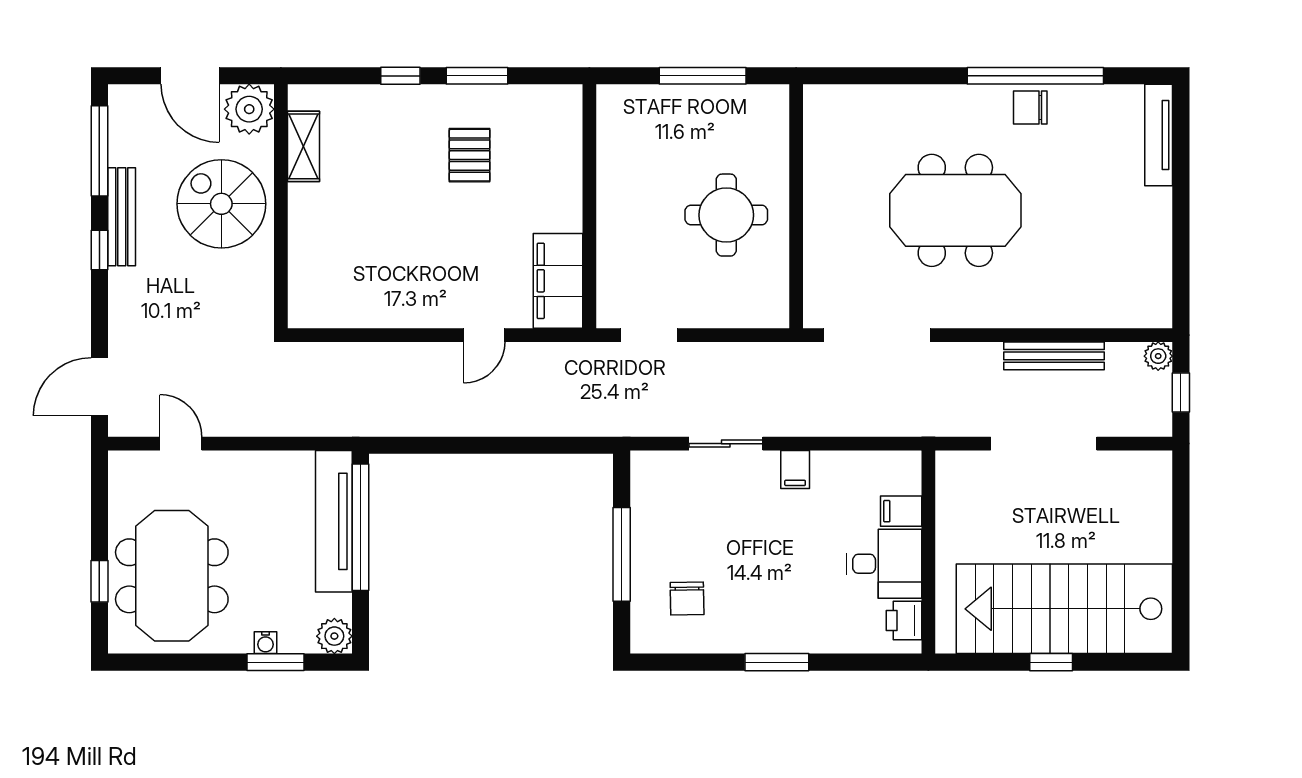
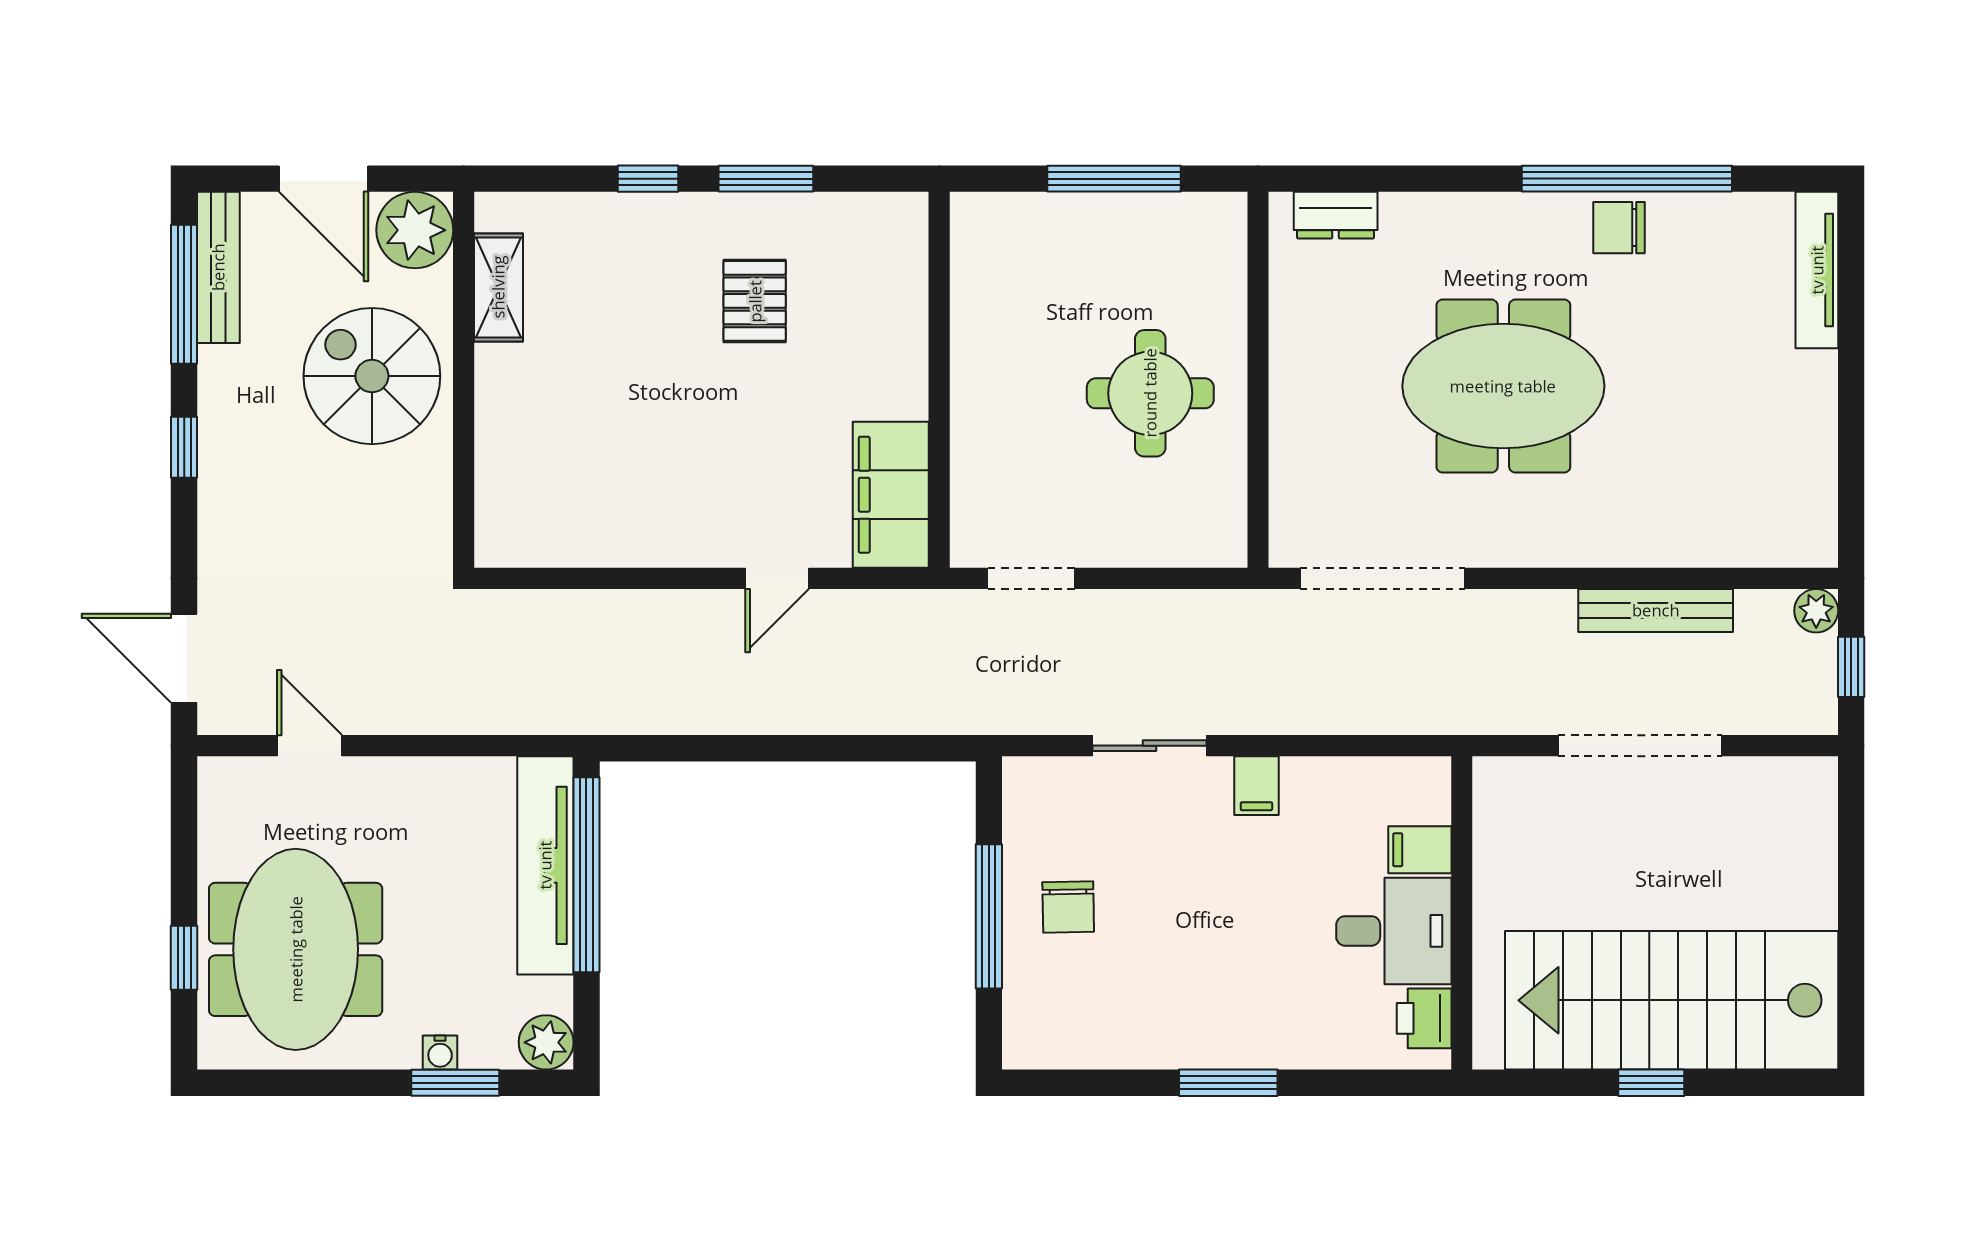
dresser: (846, 99) -> (1336, 215), added
bench: (122, 217) -> (218, 267), moved
door: (99, 387) -> (184, 658), hinge flipped
chair: (687, 598) -> (1068, 907), moved

